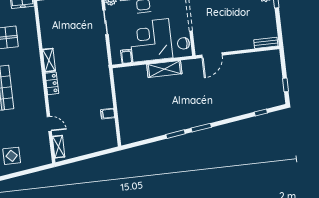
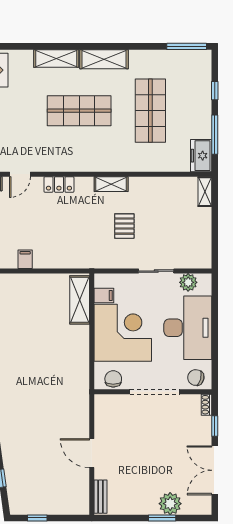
pallet: (77, 48) -> (124, 226), added
door: (212, 55) -> (92, 453), moved
shelving: (164, 69) -> (80, 300), moved
locker: (52, 83) -> (59, 185), moved

